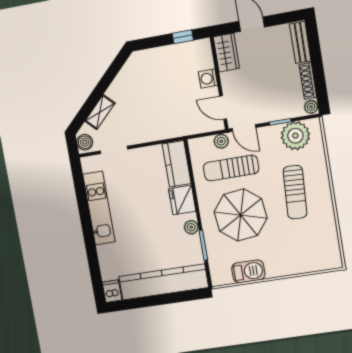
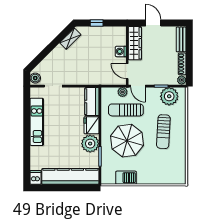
window: (183, 37) -> (97, 23), moved
wardrobe: (226, 53) -> (135, 43), width x1.50
shelving: (100, 112) -> (70, 39), moved
plant: (191, 227) -> (90, 144), width x1.88, depth x1.88

